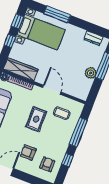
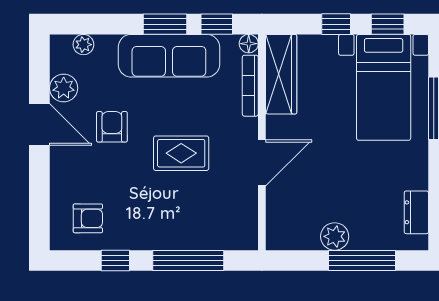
coffee table: (62, 113) -> (217, 206), removed
armchair: (28, 152) -> (112, 127), moved

